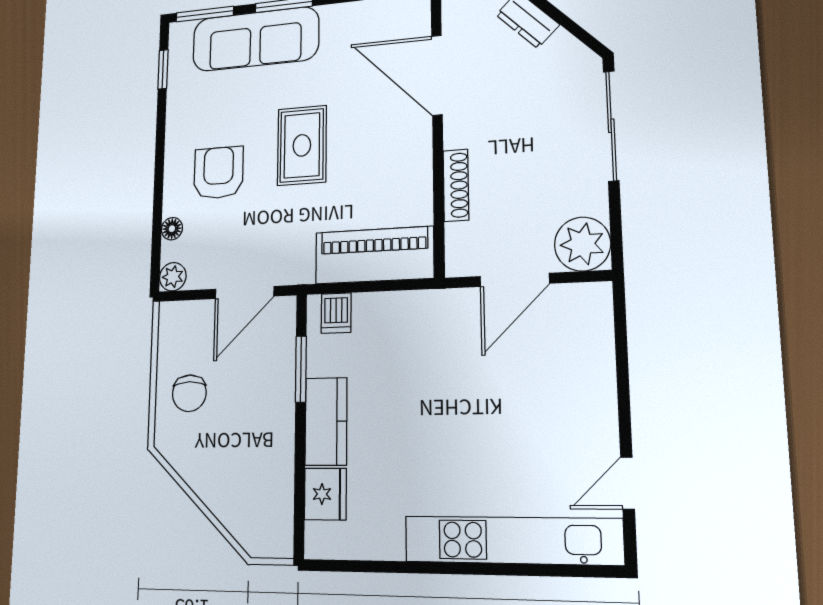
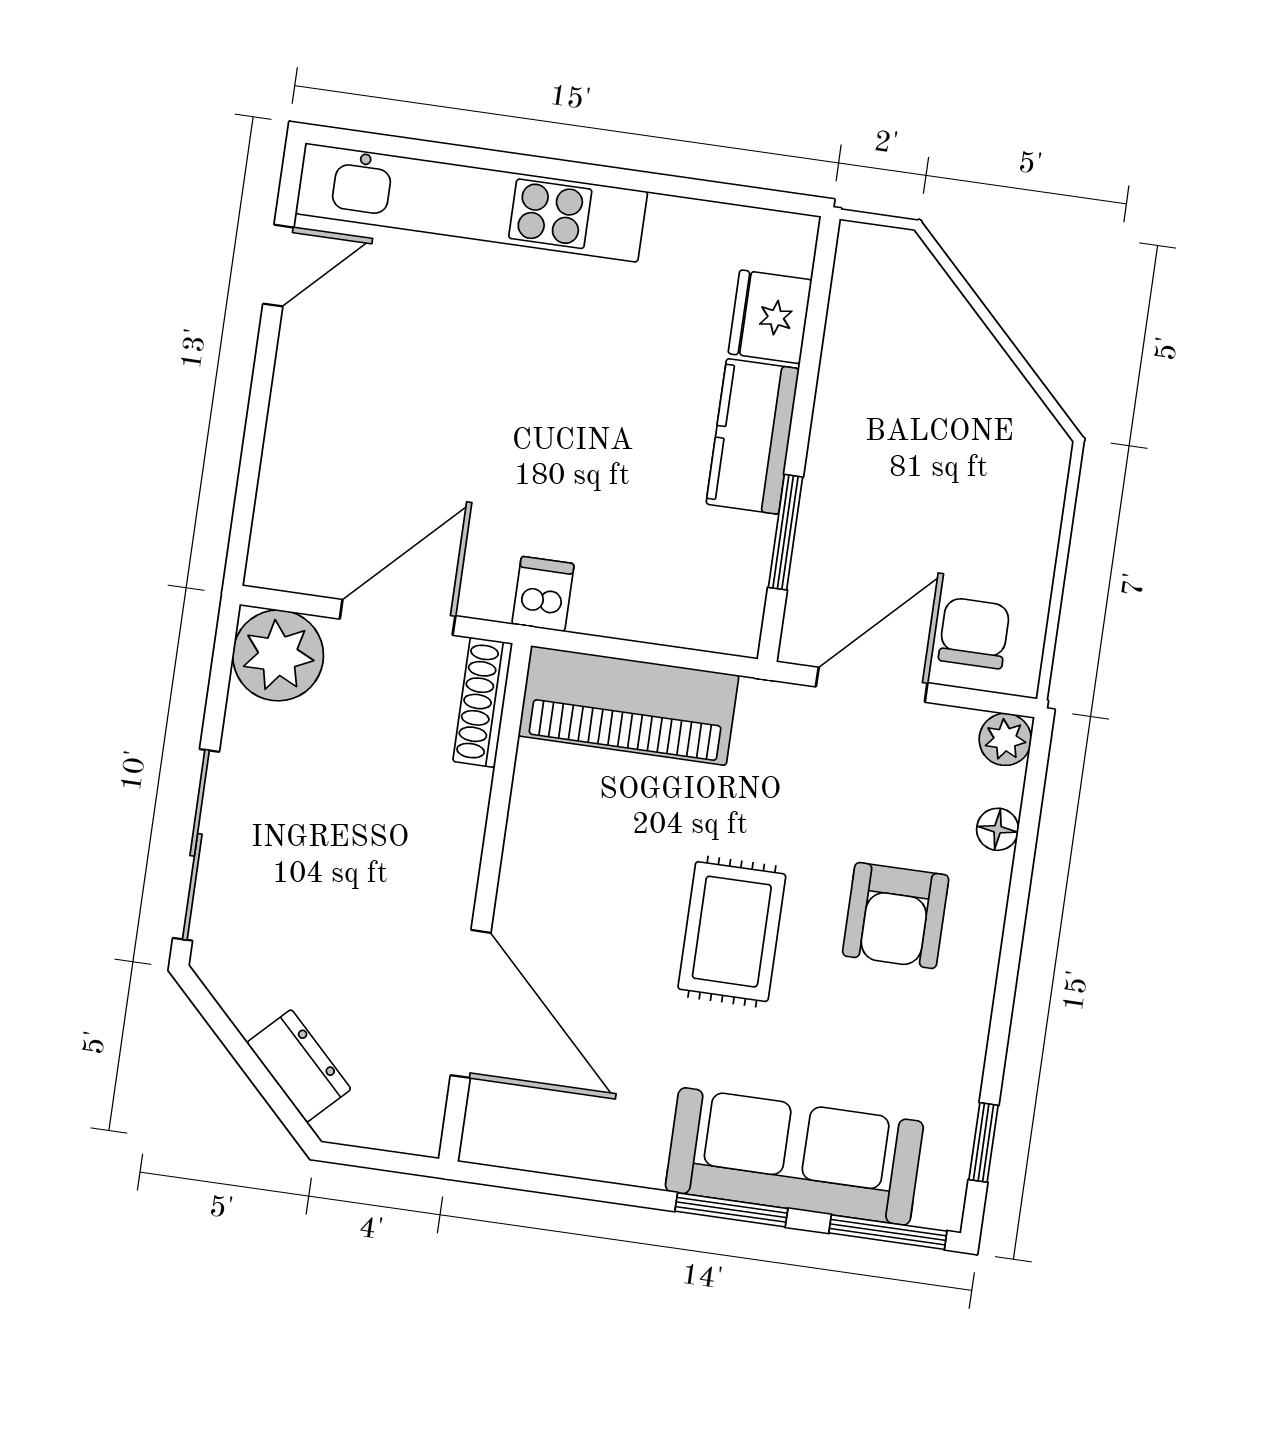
shoe rack: (456, 185) -> (483, 702), moved
dishwasher: (336, 313) -> (543, 594), moved
chair: (189, 393) -> (974, 633), moved

